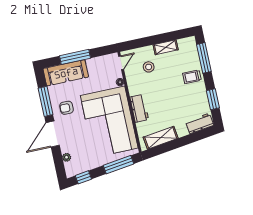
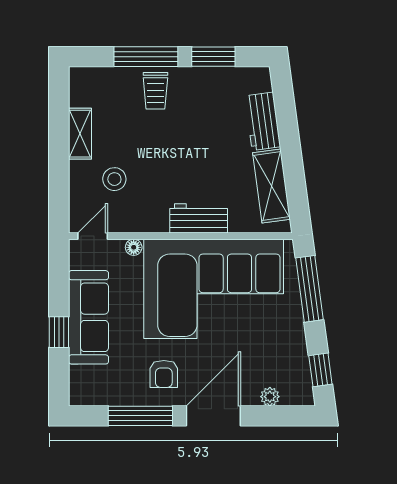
window: (75, 57) -> (59, 332), width x0.46
window: (204, 58) -> (146, 57), moved
door: (121, 63) -> (93, 236), hinge flipped
sofa: (66, 73) -> (89, 317), moved
workbench: (200, 124) -> (263, 121), moved
door: (53, 134) -> (213, 416), swing flipped

